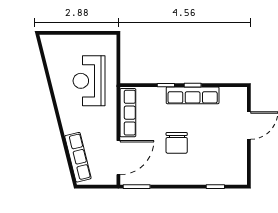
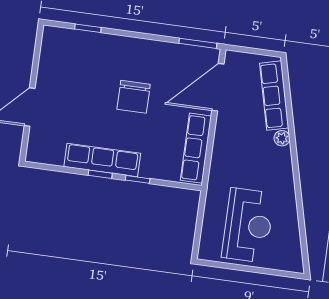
reception desk: (89, 81) -> (248, 225), moved
plant: (68, 128) -> (282, 138), added
chair: (177, 143) -> (134, 97), turned 180

